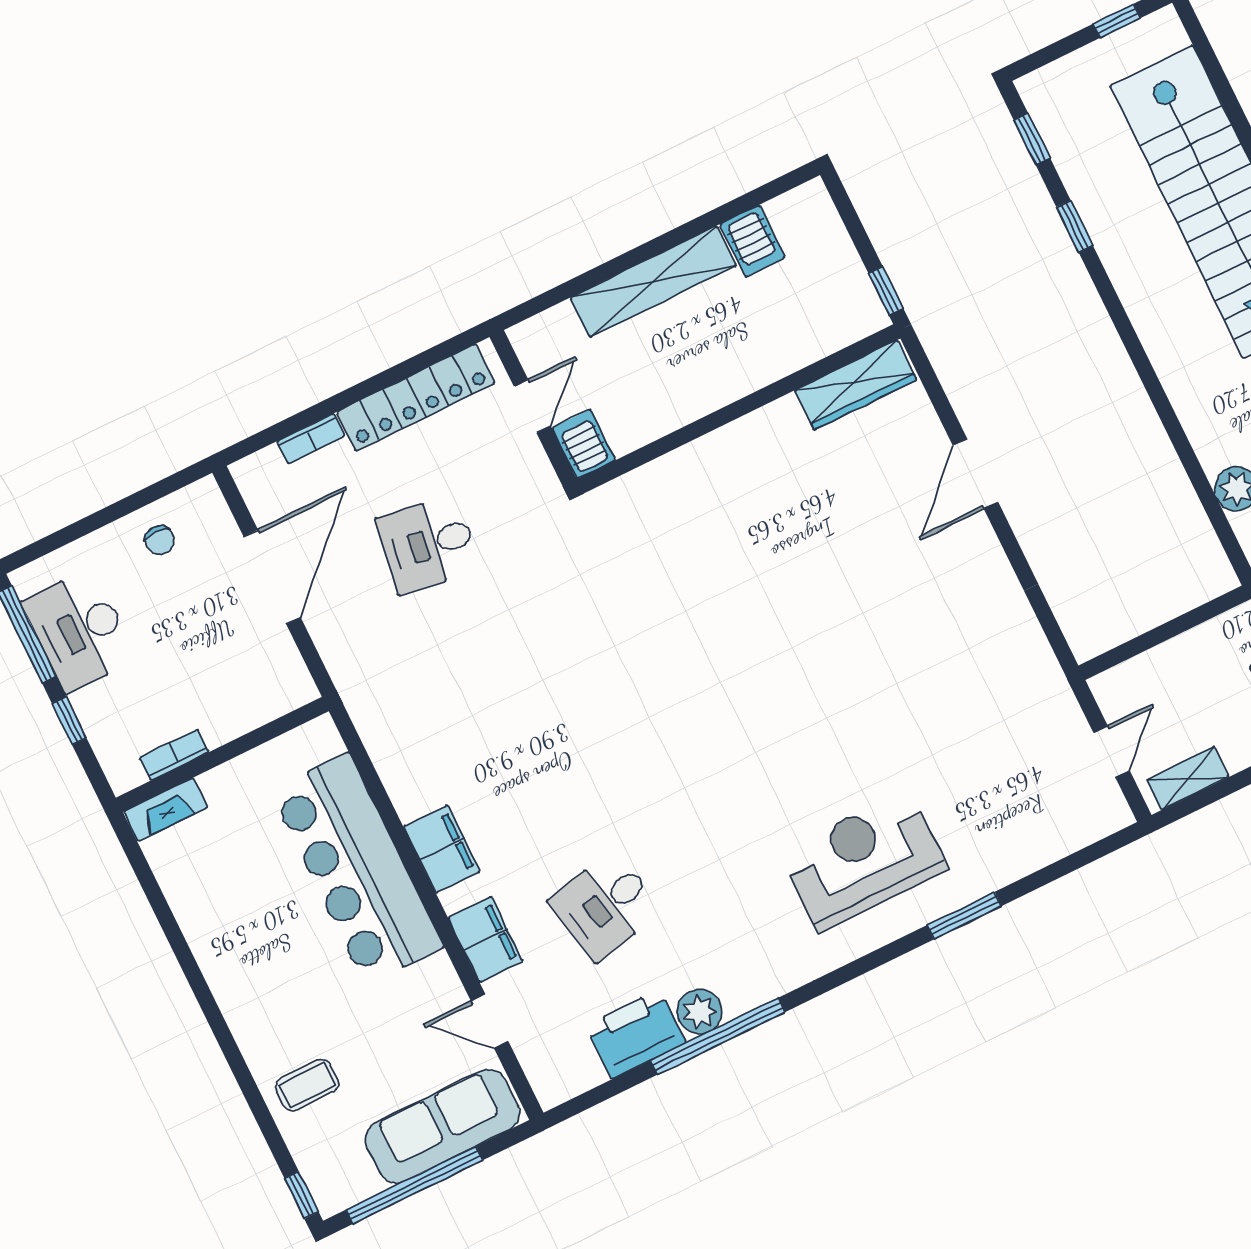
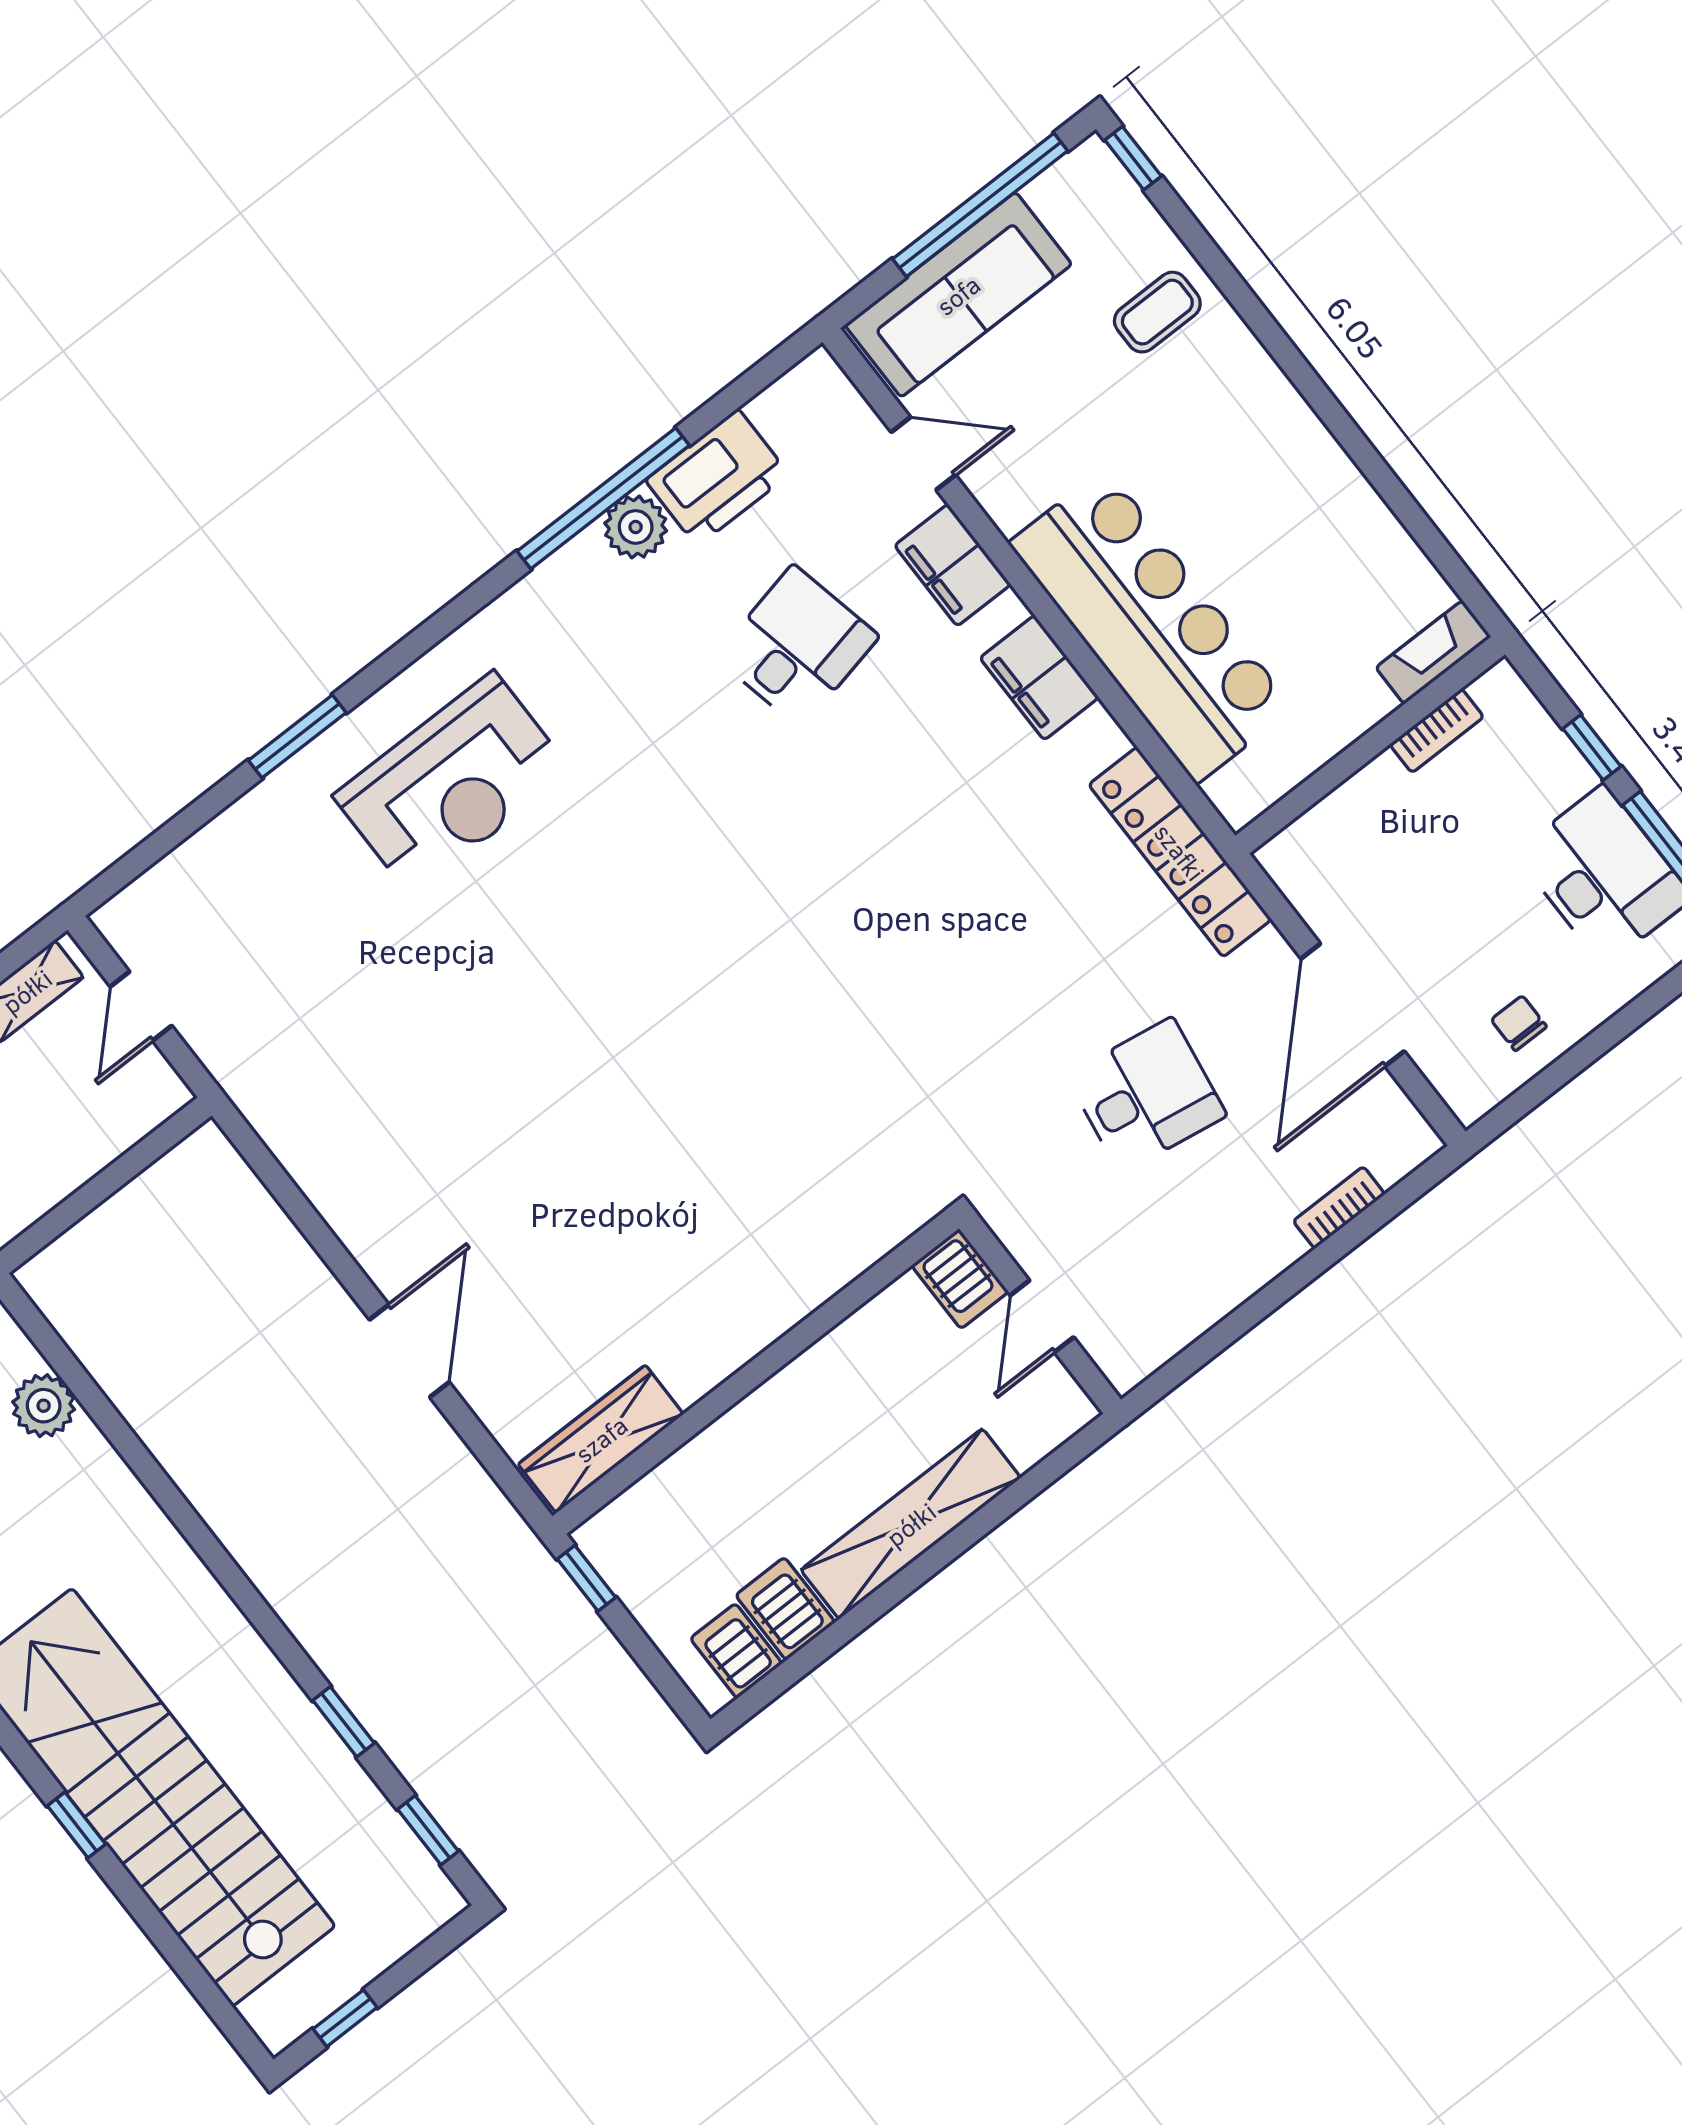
server rack: (793, 219) -> (736, 1651), added
locker: (416, 397) -> (1180, 852), moved, turned -90

